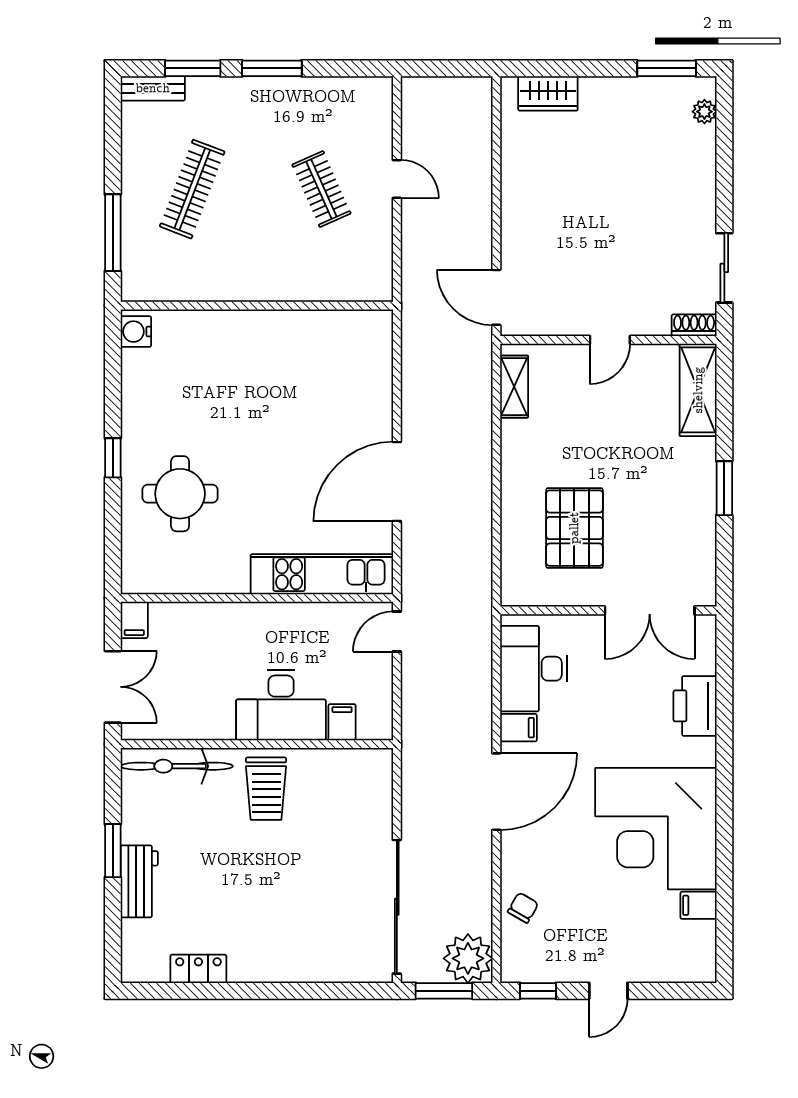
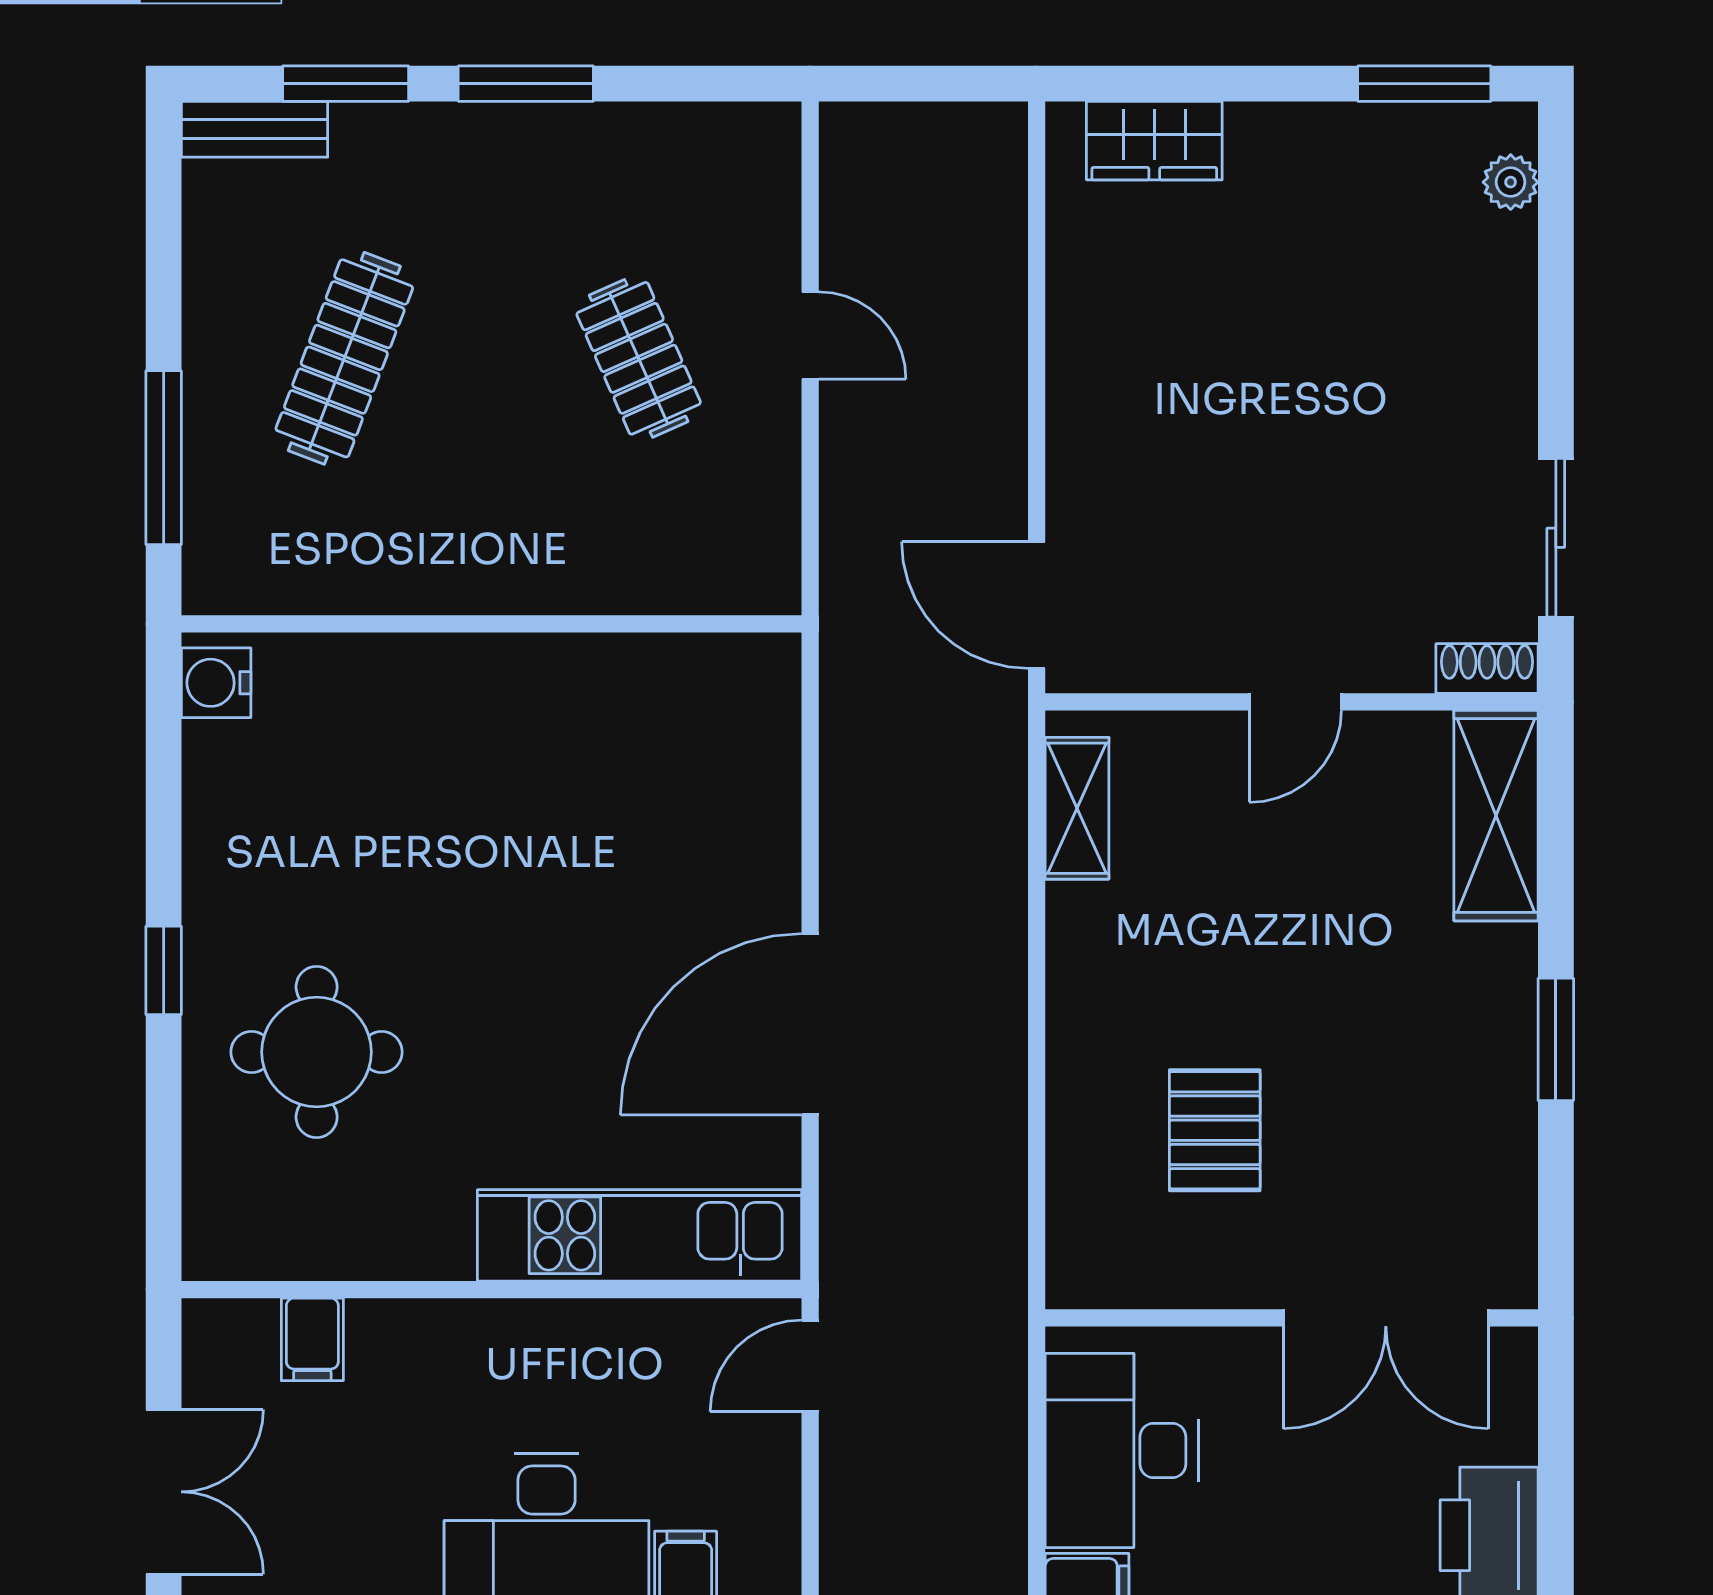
pallet: (574, 528) -> (1215, 1130), width x0.67, depth x0.71
filing cabinet: (134, 620) -> (312, 1339), moved

